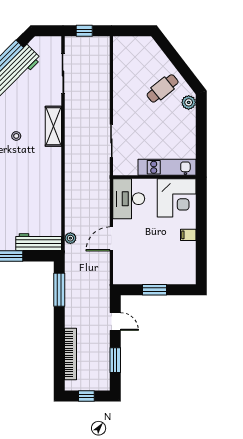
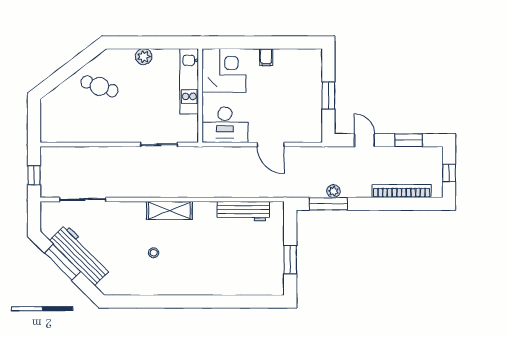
cafe table: (163, 88) -> (100, 86), turned -32
plant: (189, 102) -> (144, 57), moved
shelving: (53, 126) -> (169, 210), moved
plant: (70, 238) -> (333, 191), moved
workbench: (39, 242) -> (243, 211), moved, turned -90
door: (115, 321) -> (364, 140), hinge flipped

